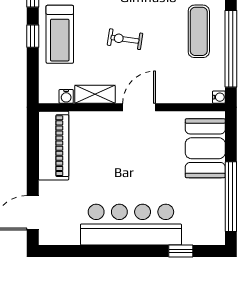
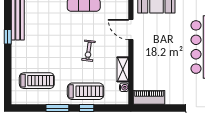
door: (139, 107) -> (131, 29), moved
piano: (54, 146) -> (149, 97), width x0.73, depth x0.75

